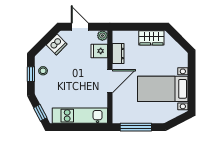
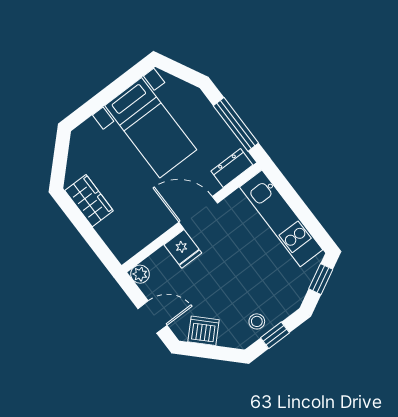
door: (80, 27) -> (152, 317), swing flipped
fridge: (99, 51) -> (183, 249), moved
dresser: (118, 54) -> (232, 168), moved

